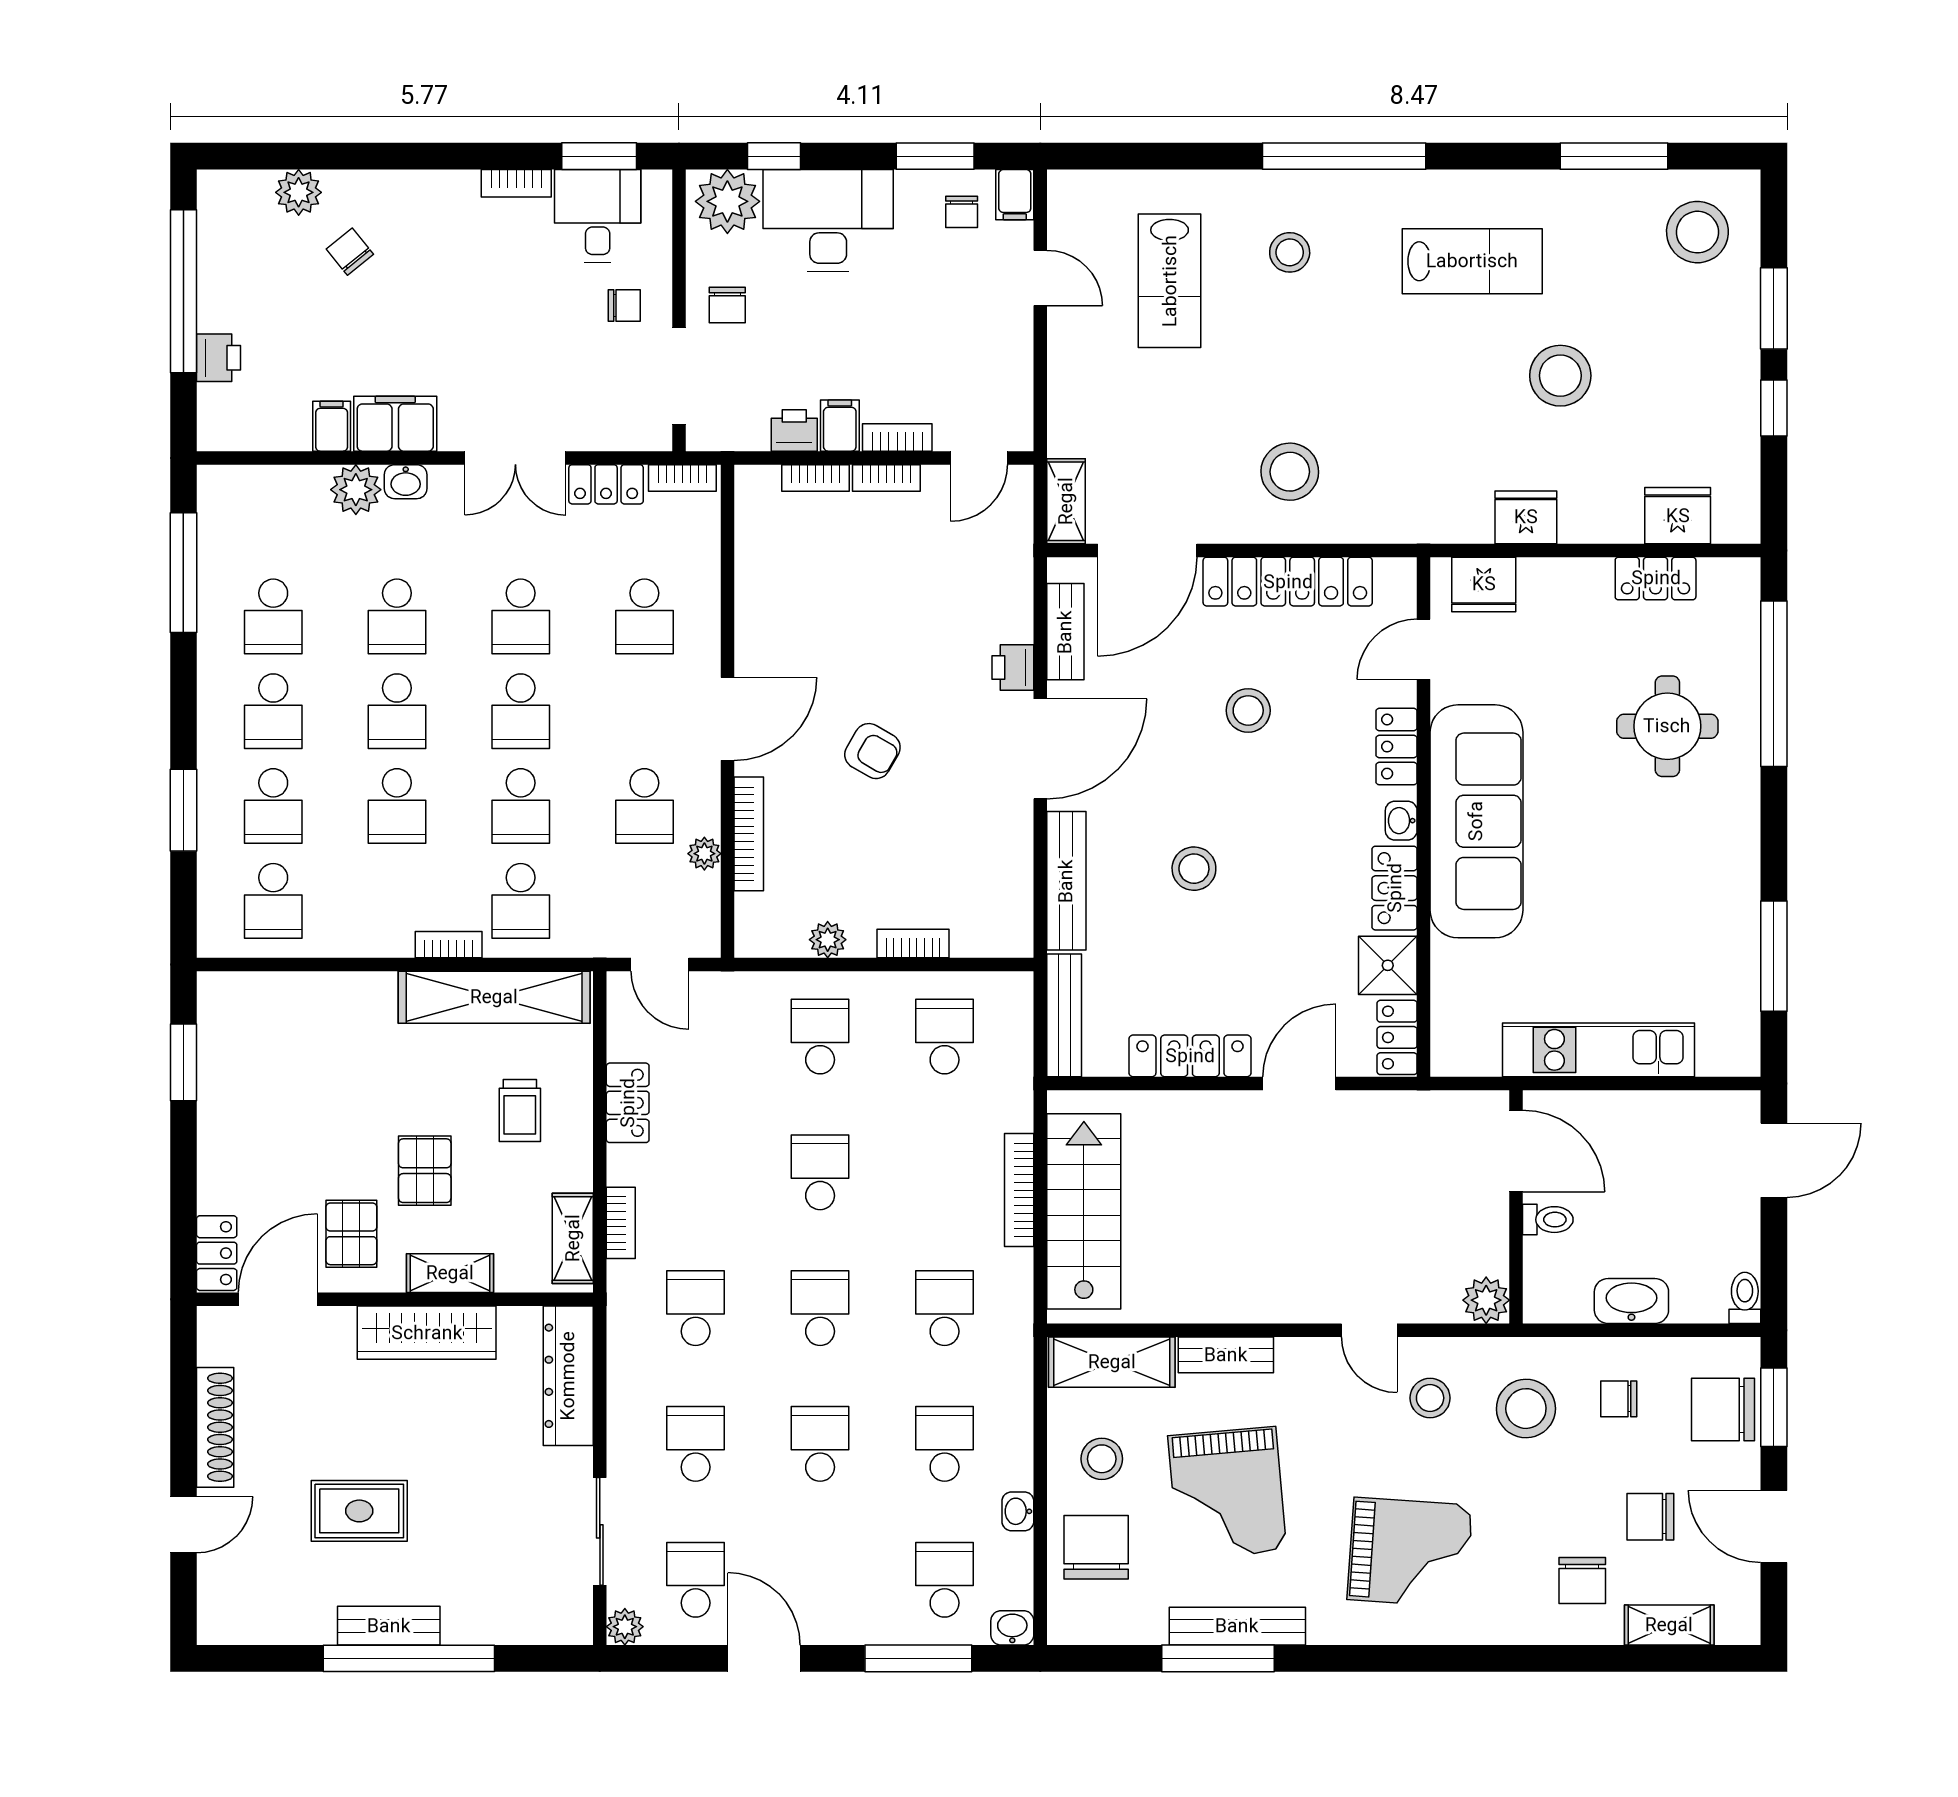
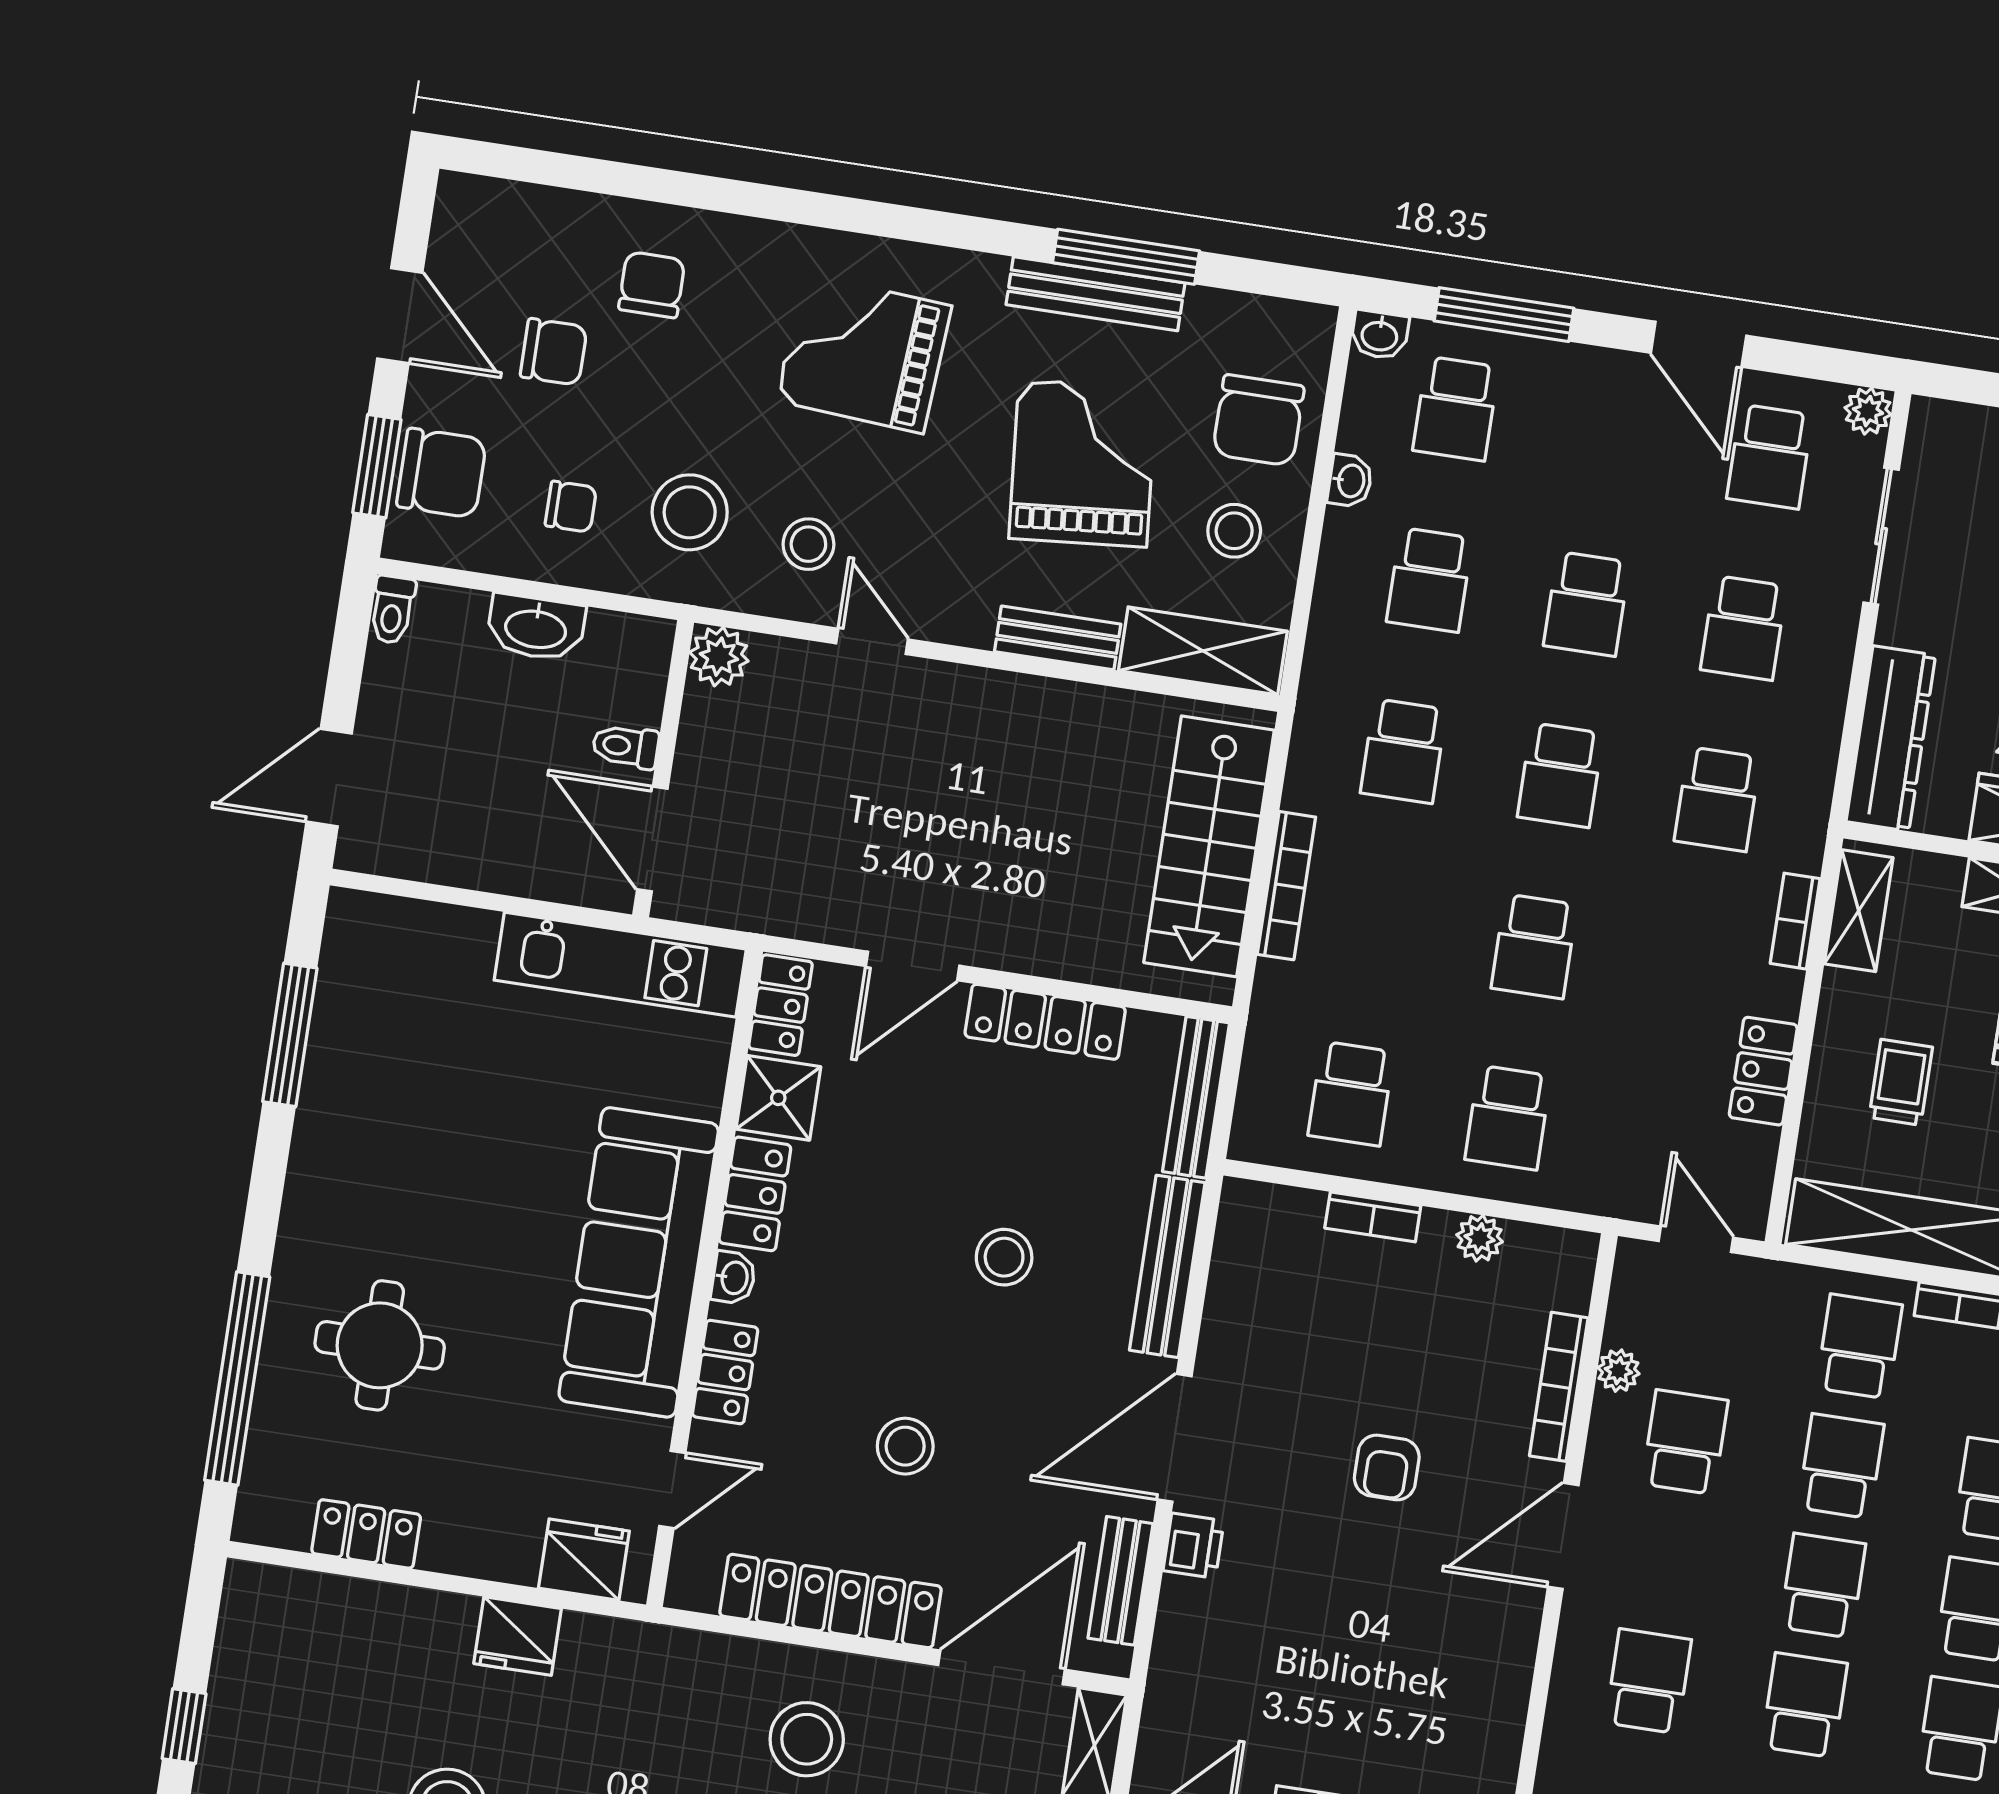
fridge: (1678, 516) -> (326, 1609), removed
armchair: (872, 751) -> (1387, 1467), turned -120
kitchen unit: (1599, 1050) -> (620, 965), moved
shelving: (1669, 1625) -> (551, 212), removed

